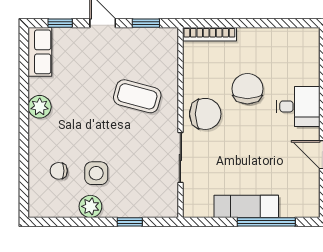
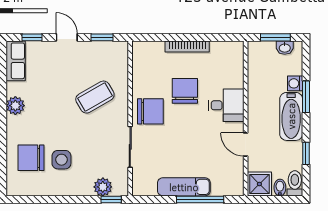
bookcase: (209, 34) -> (187, 47), moved
coffee table: (137, 96) -> (95, 97), turned -45
chair: (59, 171) -> (31, 158), width x1.87, depth x1.87
plant: (90, 206) -> (103, 187), moved
window: (130, 222) -> (111, 199), moved

